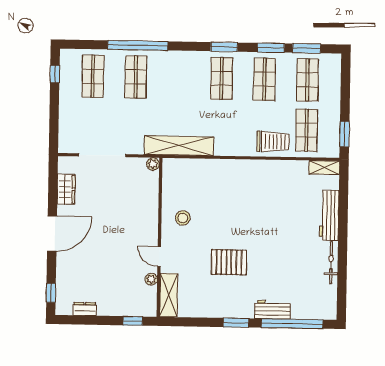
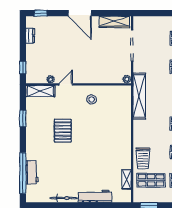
shelving: (324, 167) -> (127, 179), moved
wardrobe: (66, 189) -> (114, 22), width x1.50
workbench: (273, 310) -> (32, 172), moved
window: (236, 323) -> (23, 118), moved

